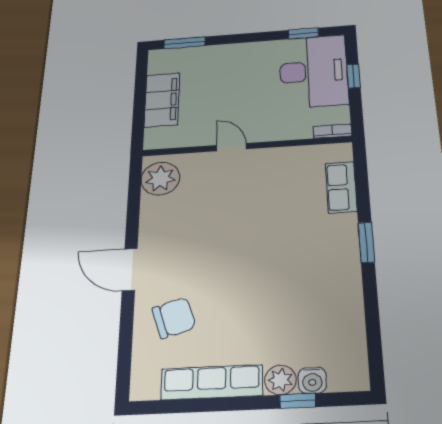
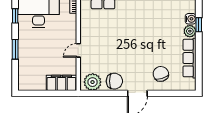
window: (185, 43) -> (15, 49), moved
filing cabinet: (162, 100) -> (61, 83), moved
chair: (161, 221) -> (114, 81), added

